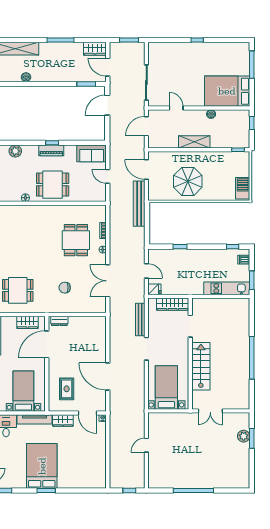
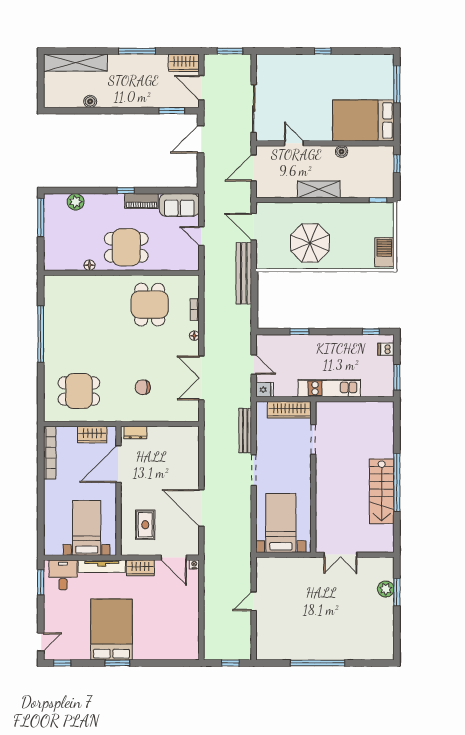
piano: (51, 150) -> (141, 201), moved
dining table: (76, 240) -> (150, 305), moved
kitchen unit: (227, 288) -> (329, 388), moved
stairs: (201, 366) -> (382, 491), moved, turned 180

